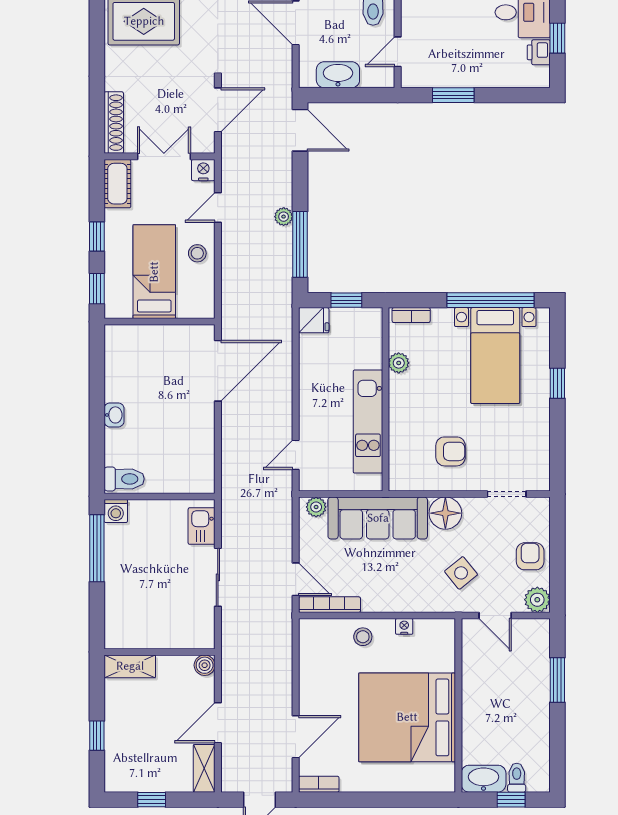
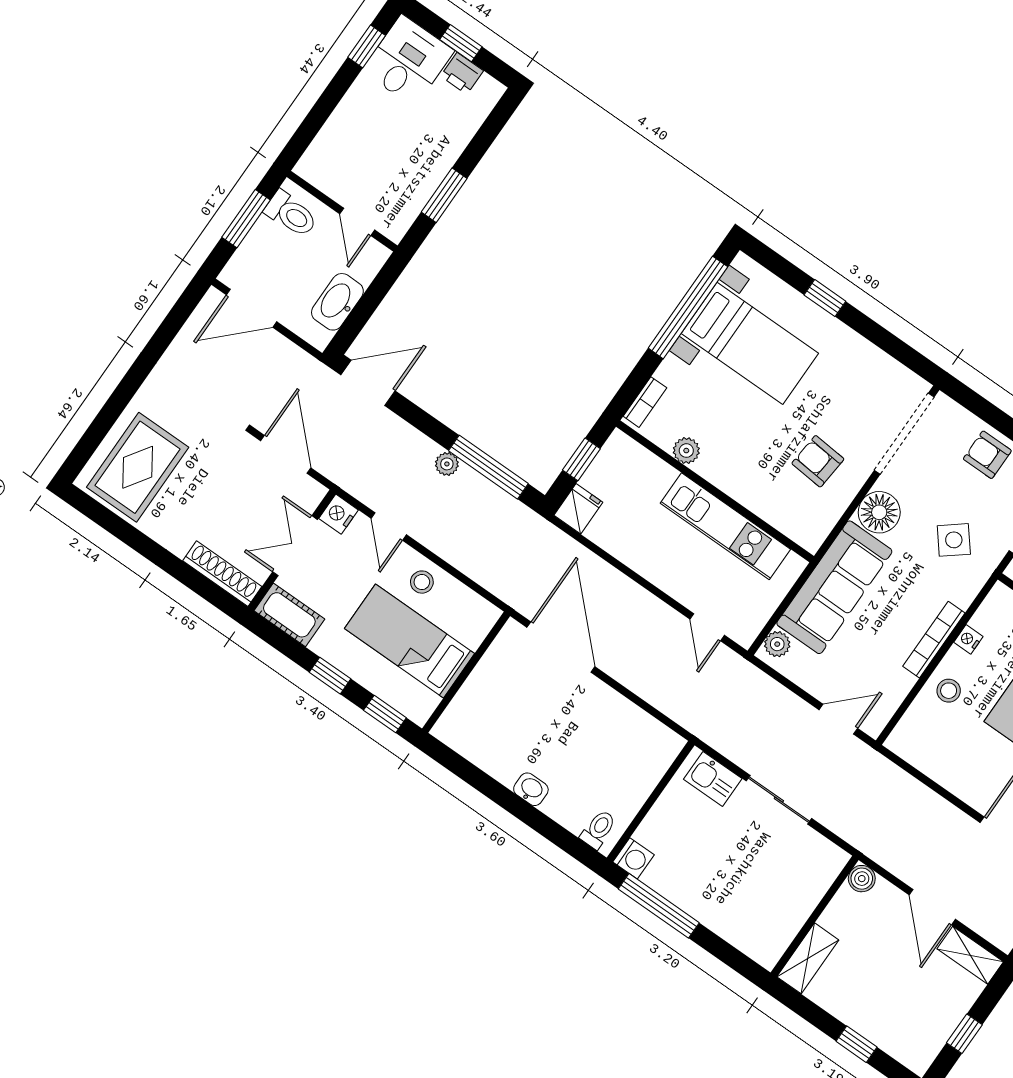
armchair: (451, 451) -> (818, 461), turned -85
toilet: (124, 479) -> (598, 829), width x0.73, depth x0.72
doorway: (507, 494) -> (904, 434), width x1.88
bookcase: (329, 605) -> (934, 640), moved

